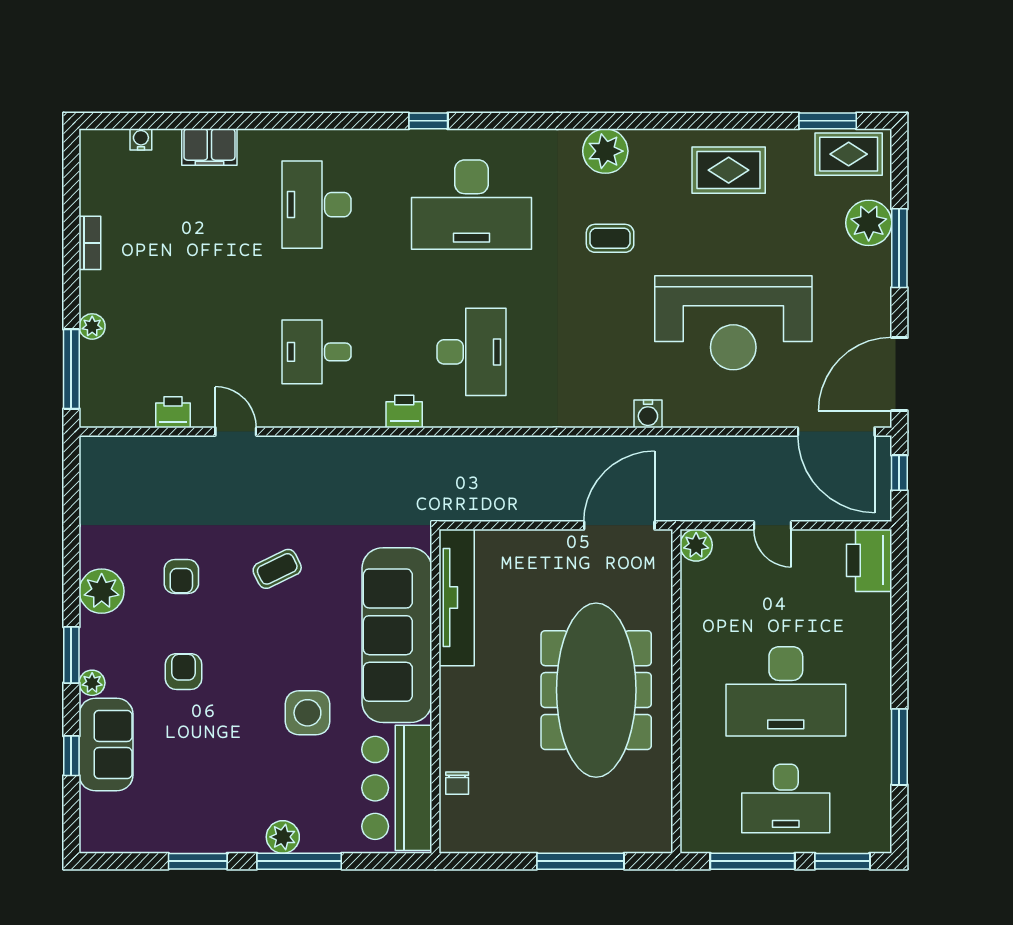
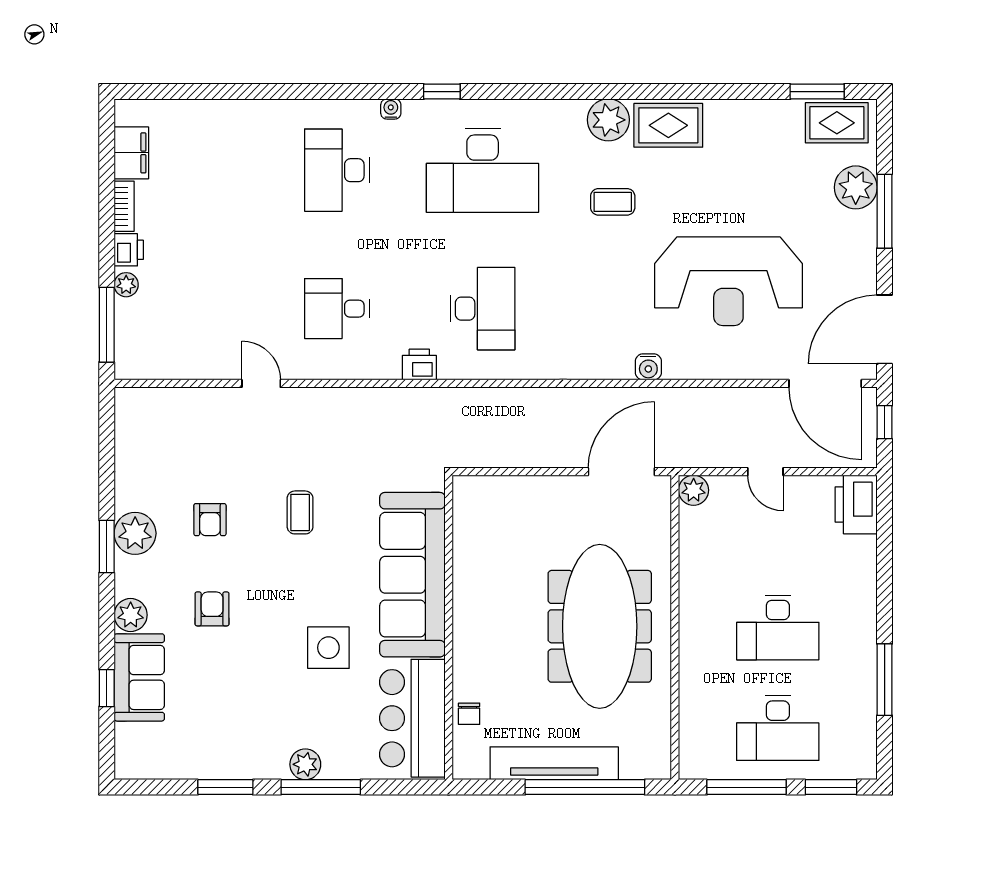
water cooler: (141, 139) -> (391, 109), moved
filing cabinet: (209, 147) -> (131, 153), moved, turned -90
rug: (729, 170) -> (668, 125), moved
printer: (173, 412) -> (129, 250), moved, turned 90
coffee table: (277, 569) -> (300, 512), turned -64
tv unit: (457, 597) -> (554, 763), moved, turned -90
window: (71, 655) -> (107, 547), moved
plant: (92, 683) -> (131, 615), width x1.38, depth x1.38
desk: (786, 691) -> (778, 627), width x0.73, depth x0.77
window: (580, 861) -> (585, 787), width x1.46

